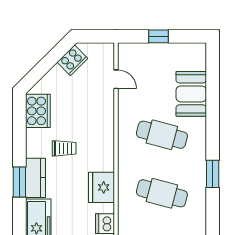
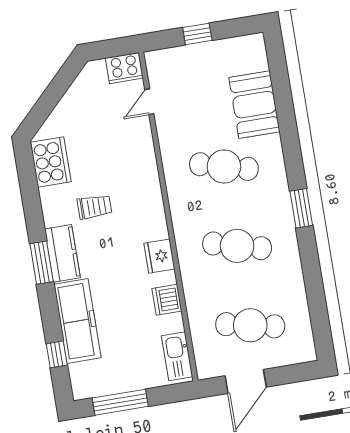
cooker: (72, 60) -> (124, 68), moved, turned 45
door: (116, 79) -> (149, 102), swing flipped
fridge: (102, 187) -> (159, 256), width x0.73, depth x0.75

